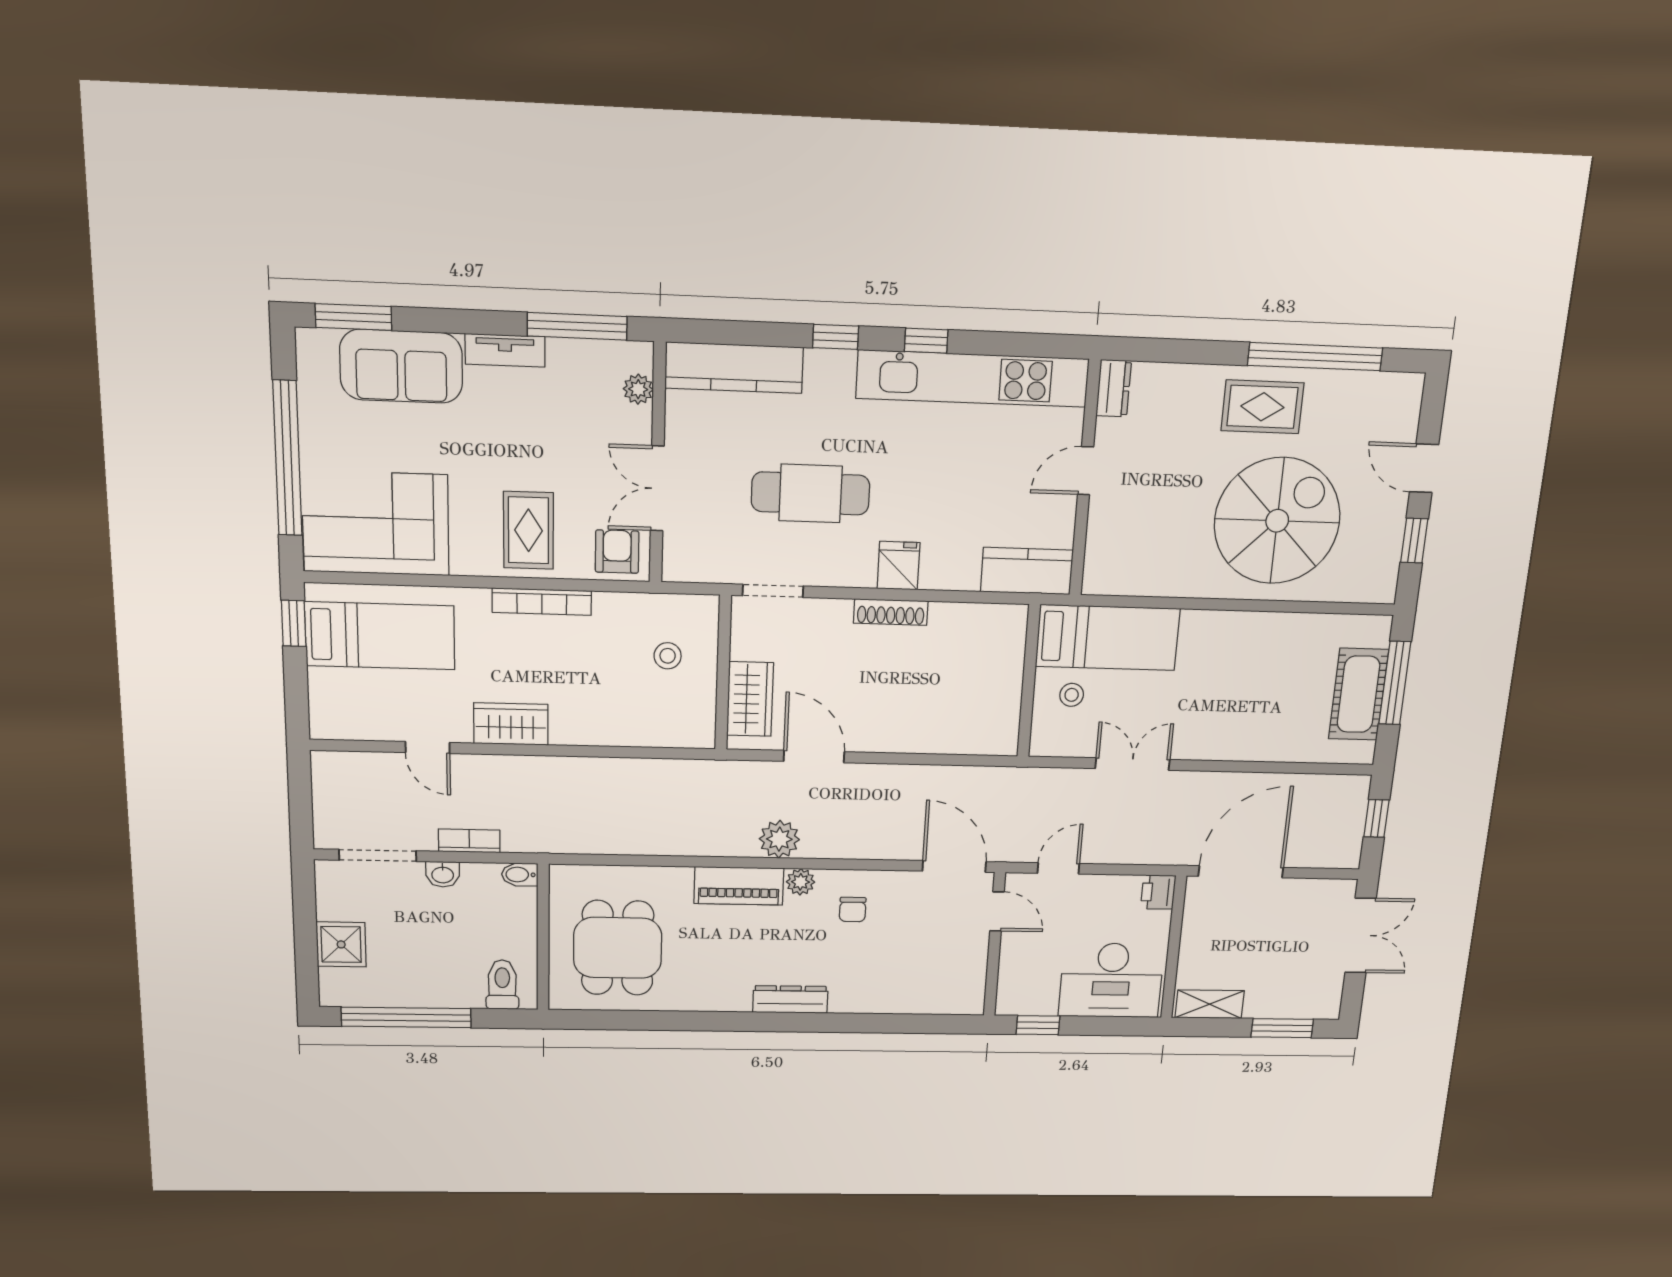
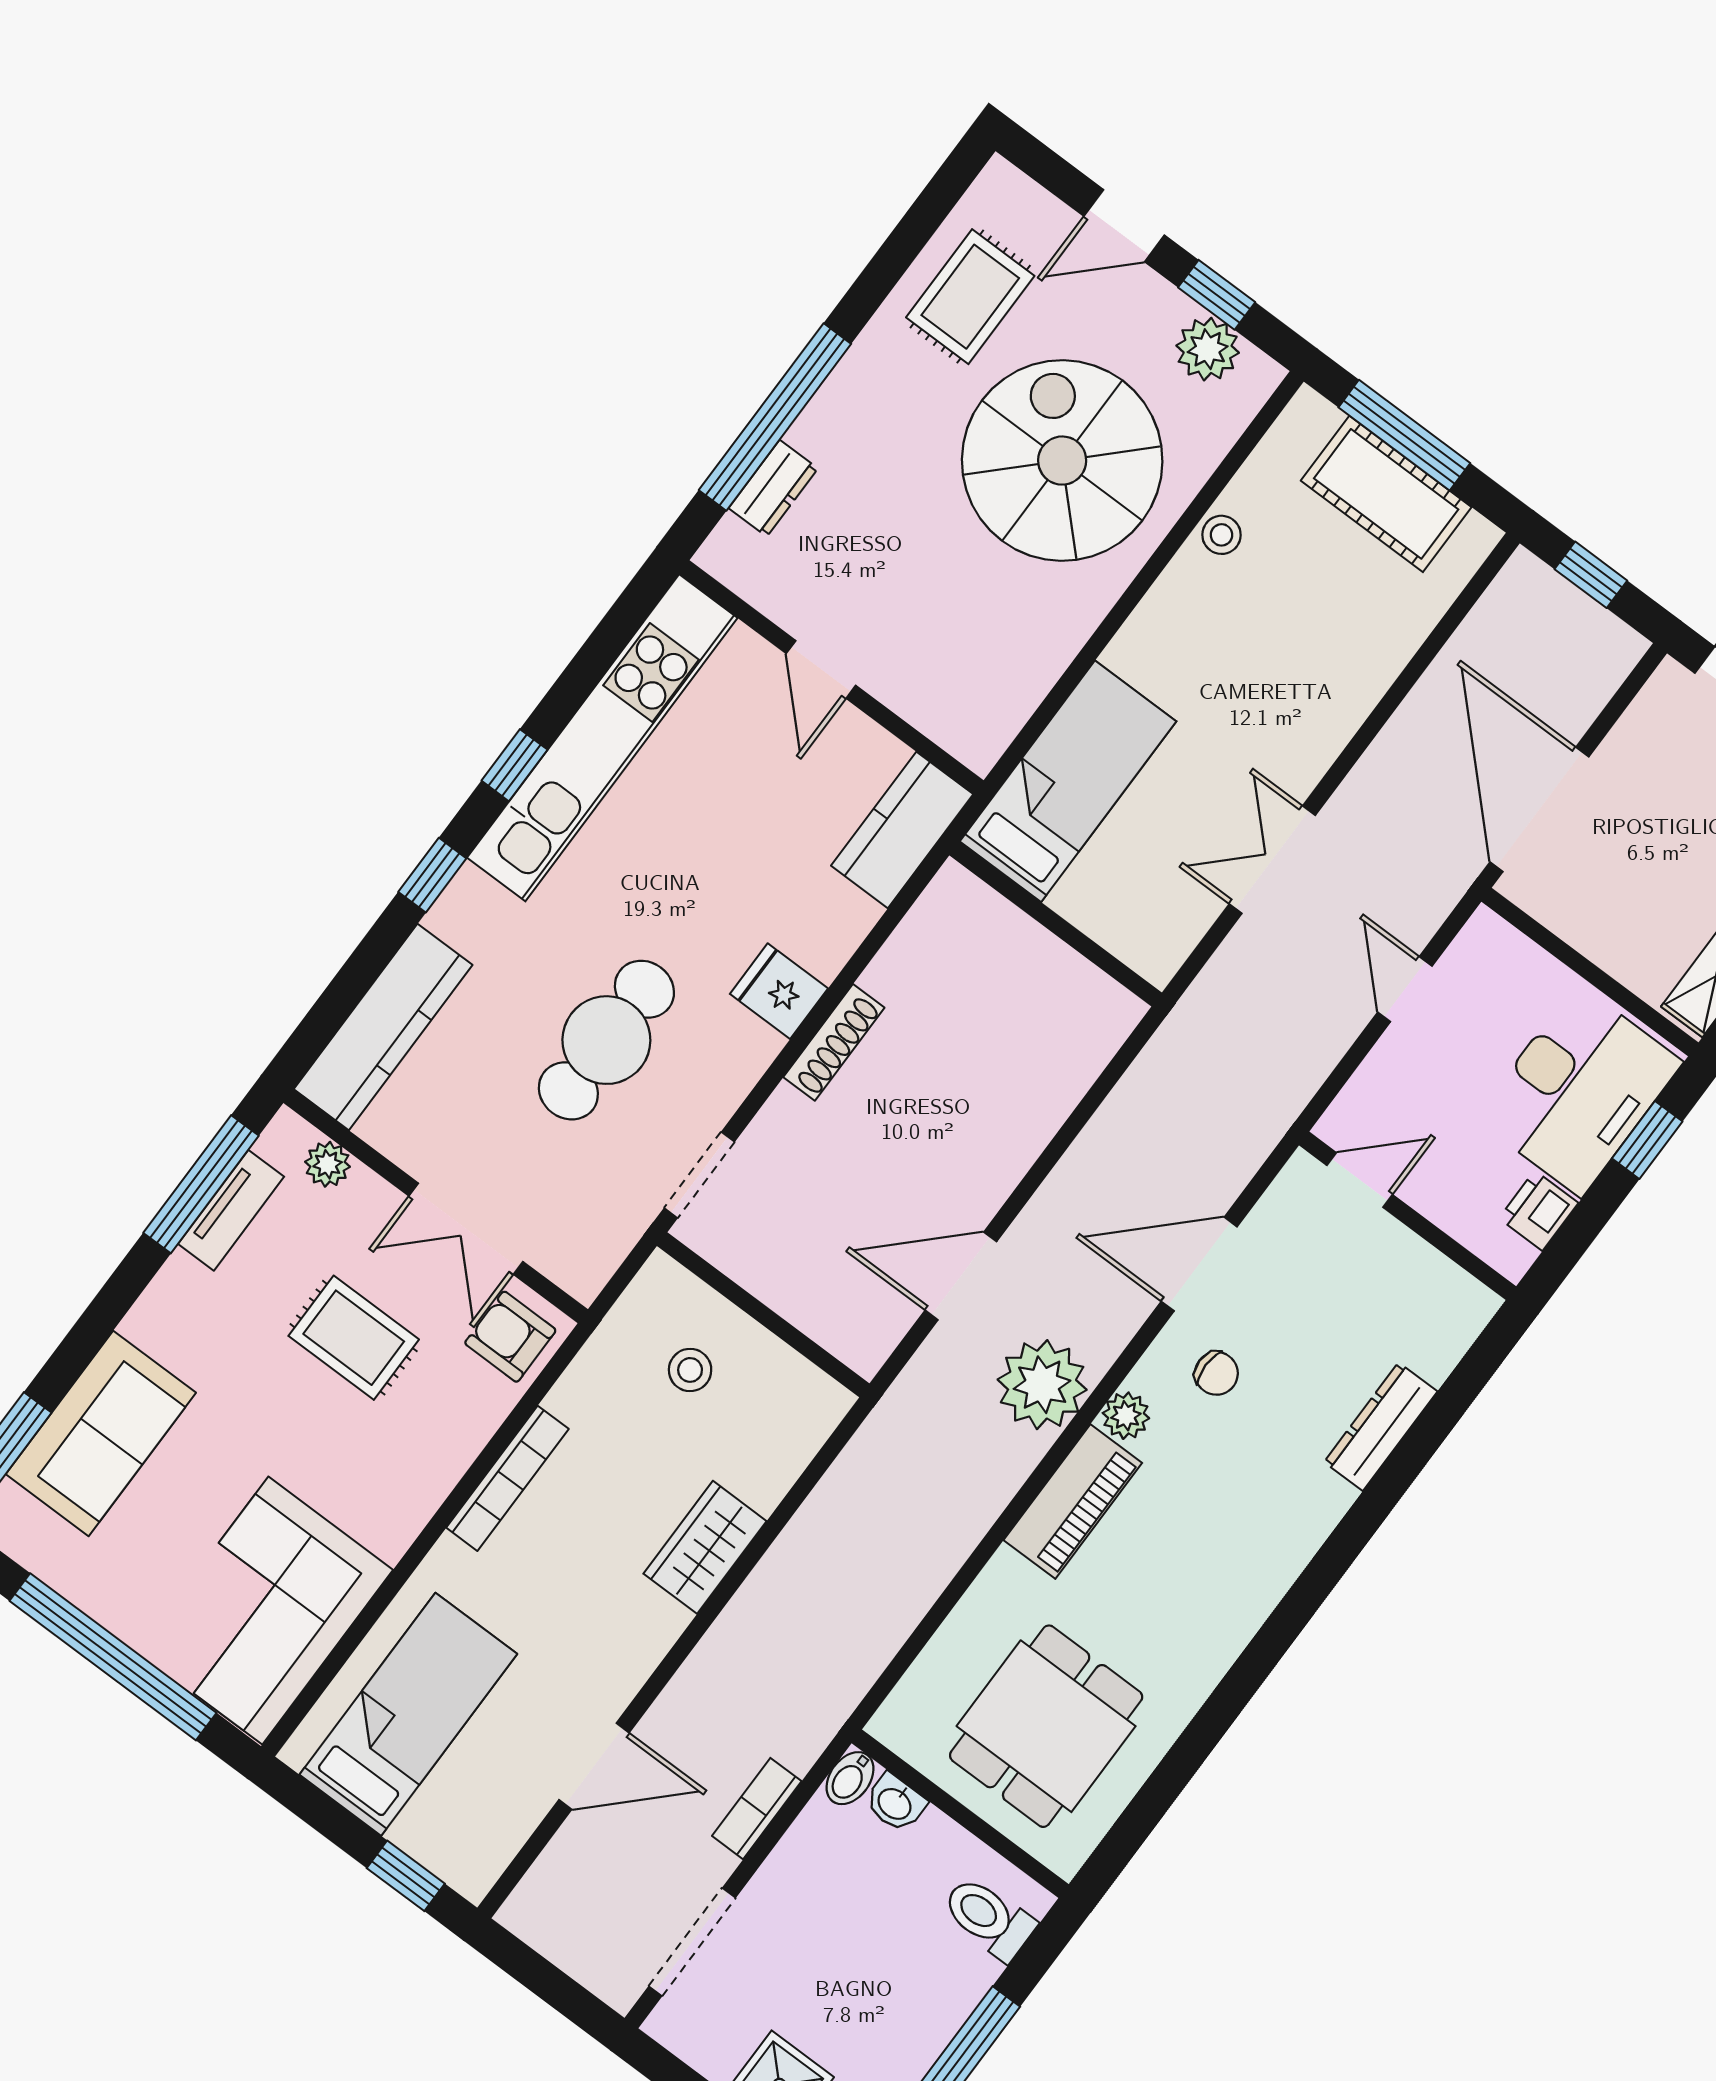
tv unit: (505, 350) -> (231, 1210), moved
window: (1315, 357) -> (775, 417), moved
dresser: (1114, 388) -> (773, 488), moved, turned 90
rug: (1262, 407) -> (970, 297), moved
rug: (528, 530) -> (354, 1338), moved
plant: (1382, 555) -> (1208, 349), added
window: (294, 623) -> (406, 1876), moved
stool: (1072, 695) -> (1221, 535), moved
wardrobe: (750, 699) -> (823, 1305), removed
wardrobe: (511, 724) -> (705, 1547), moved
door: (428, 747) -> (594, 1766), width x1.38
plant: (779, 839) -> (1042, 1385), width x1.36, depth x1.36
door: (954, 866) -> (1199, 1264), moved
door: (1058, 868) -> (1405, 989), moved
washbasin: (443, 874) -> (895, 1803), moved, turned 90
printer: (1158, 892) -> (1539, 1211), moved, turned 90
dining table: (618, 948) -> (1046, 1726), turned 90
dresser: (790, 999) -> (1381, 1427), moved
window: (1038, 1025) -> (1647, 1140), moved

